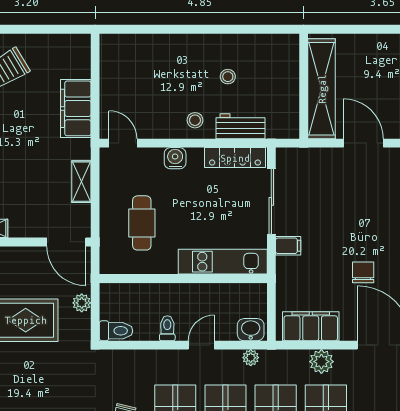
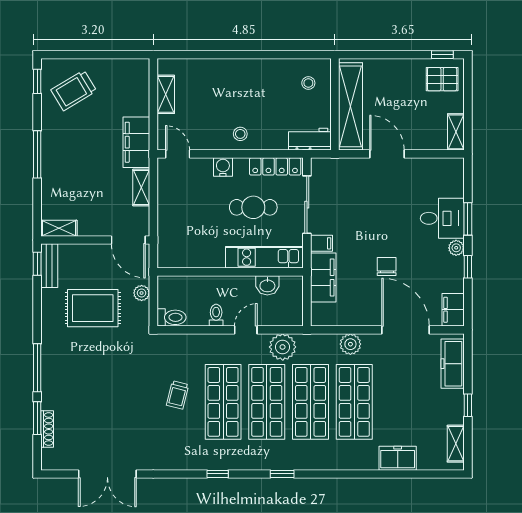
shelving: (109, 75) -> (166, 94), added
stool: (228, 77) -> (308, 83), moved
filing cabinet: (76, 108) -> (136, 142), moved
workbench: (241, 126) -> (310, 139), moved
cafe table: (142, 223) -> (253, 207), moved, turned 90
filing cabinet: (311, 326) -> (323, 277), moved, turned 90
washbasin: (251, 330) -> (267, 285), moved, turned 180
plant: (251, 358) -> (283, 347), width x1.87, depth x1.87

